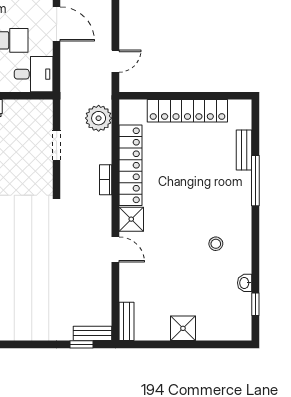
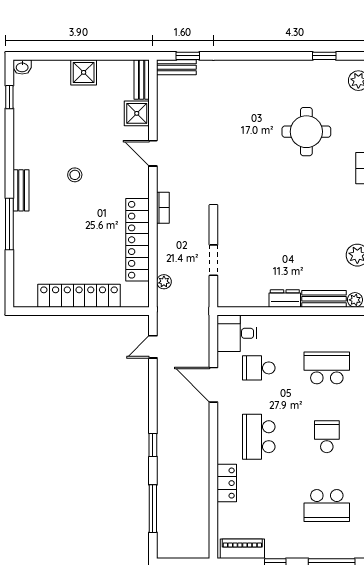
plant: (99, 118) -> (164, 282), width x0.53, depth x0.53
bench: (244, 150) -> (21, 190), moved
bookcase: (106, 180) -> (163, 208), moved
shower: (131, 219) -> (137, 113), moved
stool: (216, 244) -> (75, 175), moved
washbasin: (245, 283) -> (22, 67), moved, turned 90

